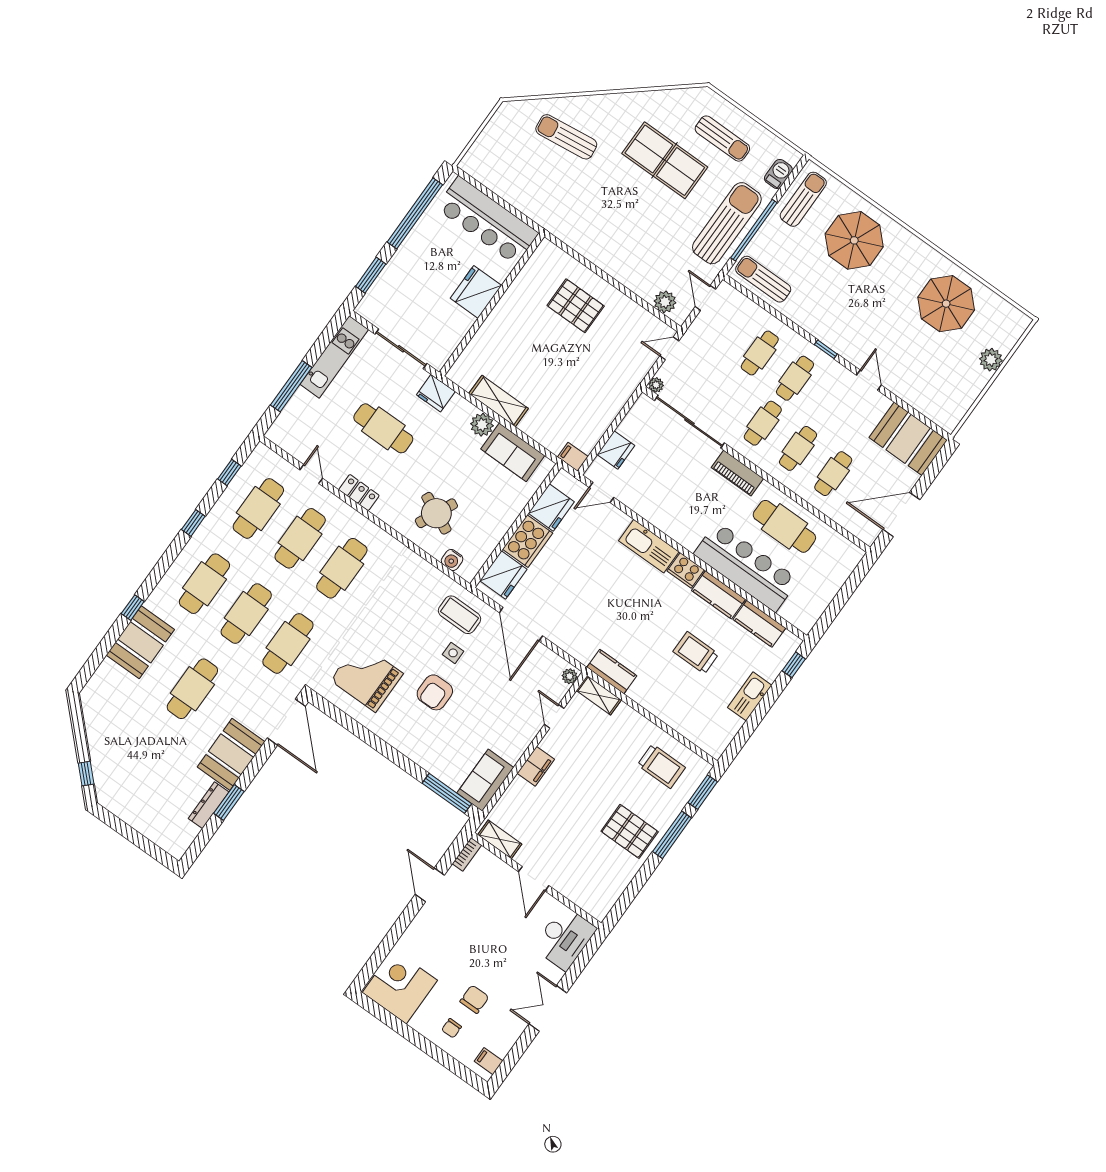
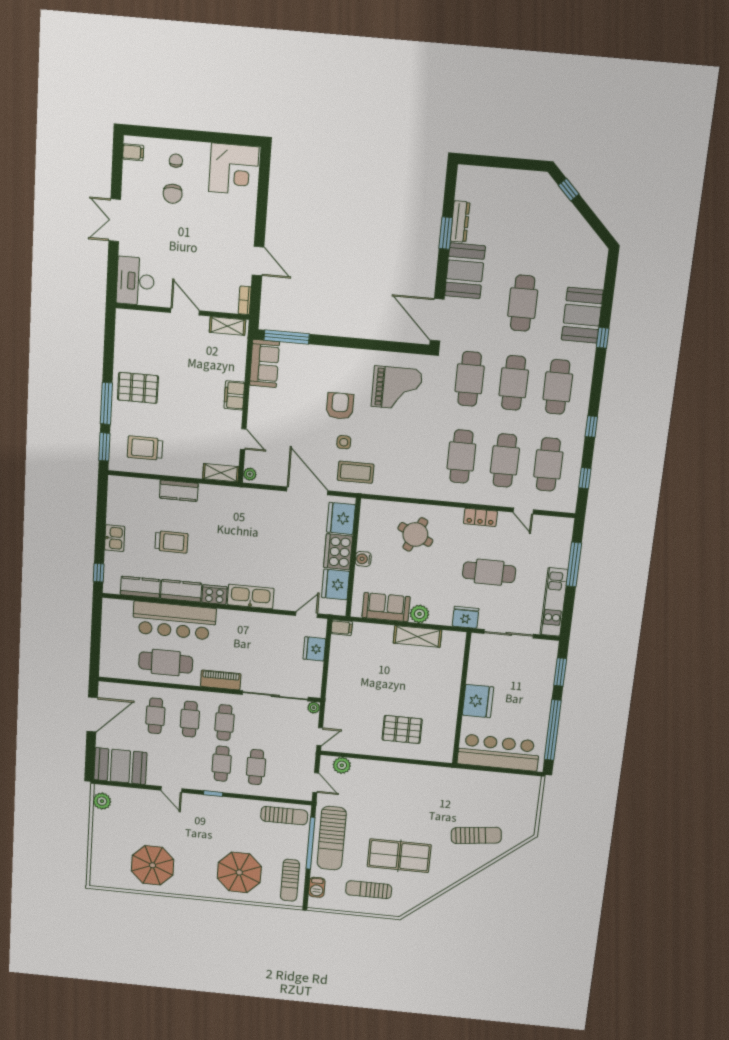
plant: (991, 360) -> (102, 801), moved
water cooler: (452, 560) -> (363, 559), moved, turned -90
kitchen counter: (612, 672) -> (179, 491), moved
kitchen sink: (750, 696) -> (115, 538), width x0.73
double door: (548, 1008) -> (115, 220), swing flipped

